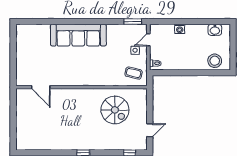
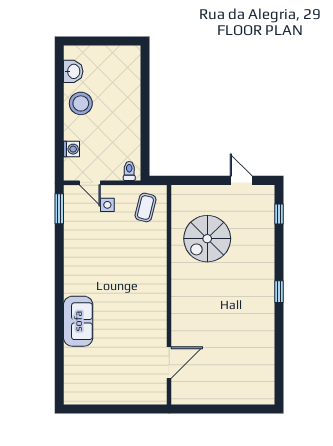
washing machine: (180, 29) -> (72, 149), moved
sofa: (78, 35) -> (78, 321), width x0.54, depth x0.79
stool: (215, 61) -> (81, 103), moved
spiral stairs: (115, 110) -> (207, 239), turned 180

